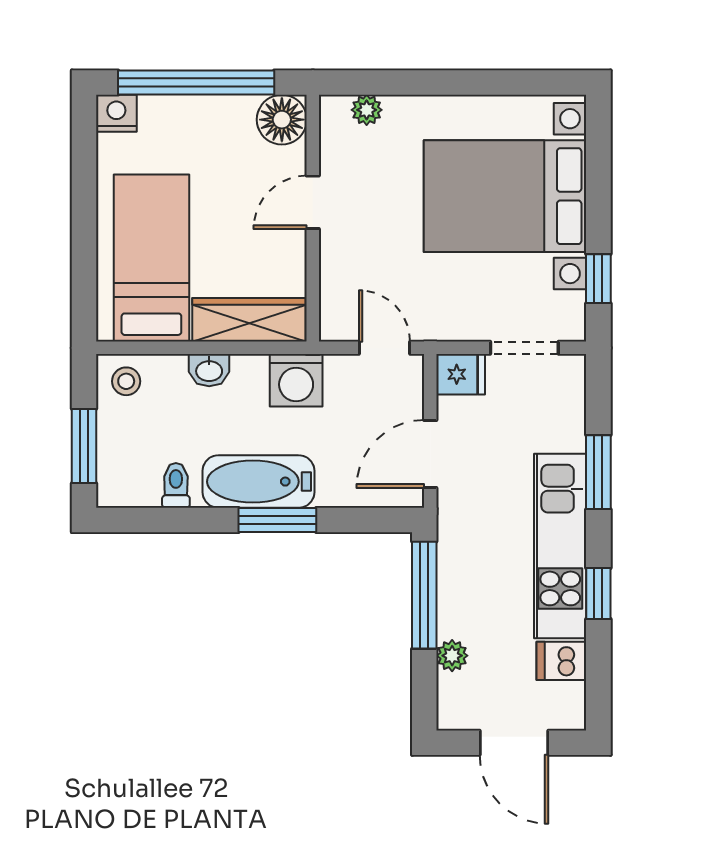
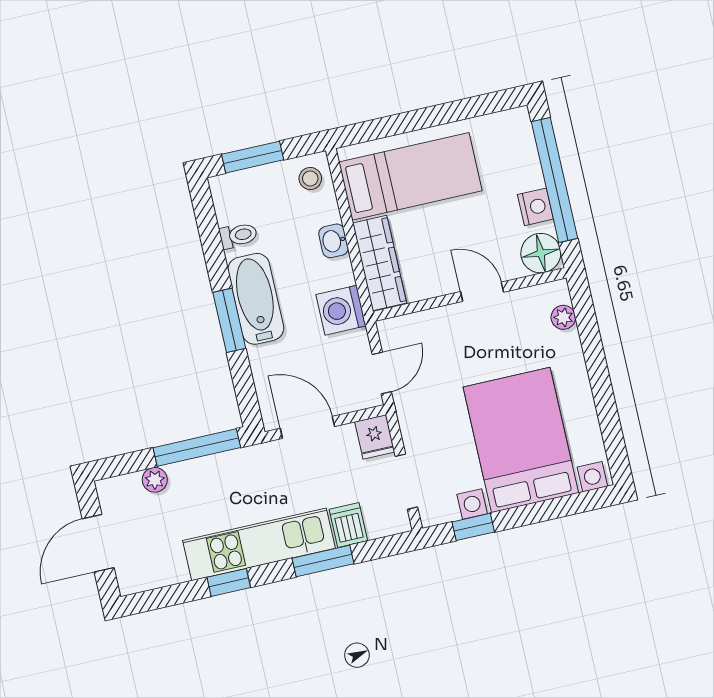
nightstand: (116, 113) -> (535, 207), moved
dishwasher: (561, 661) -> (348, 525), moved

